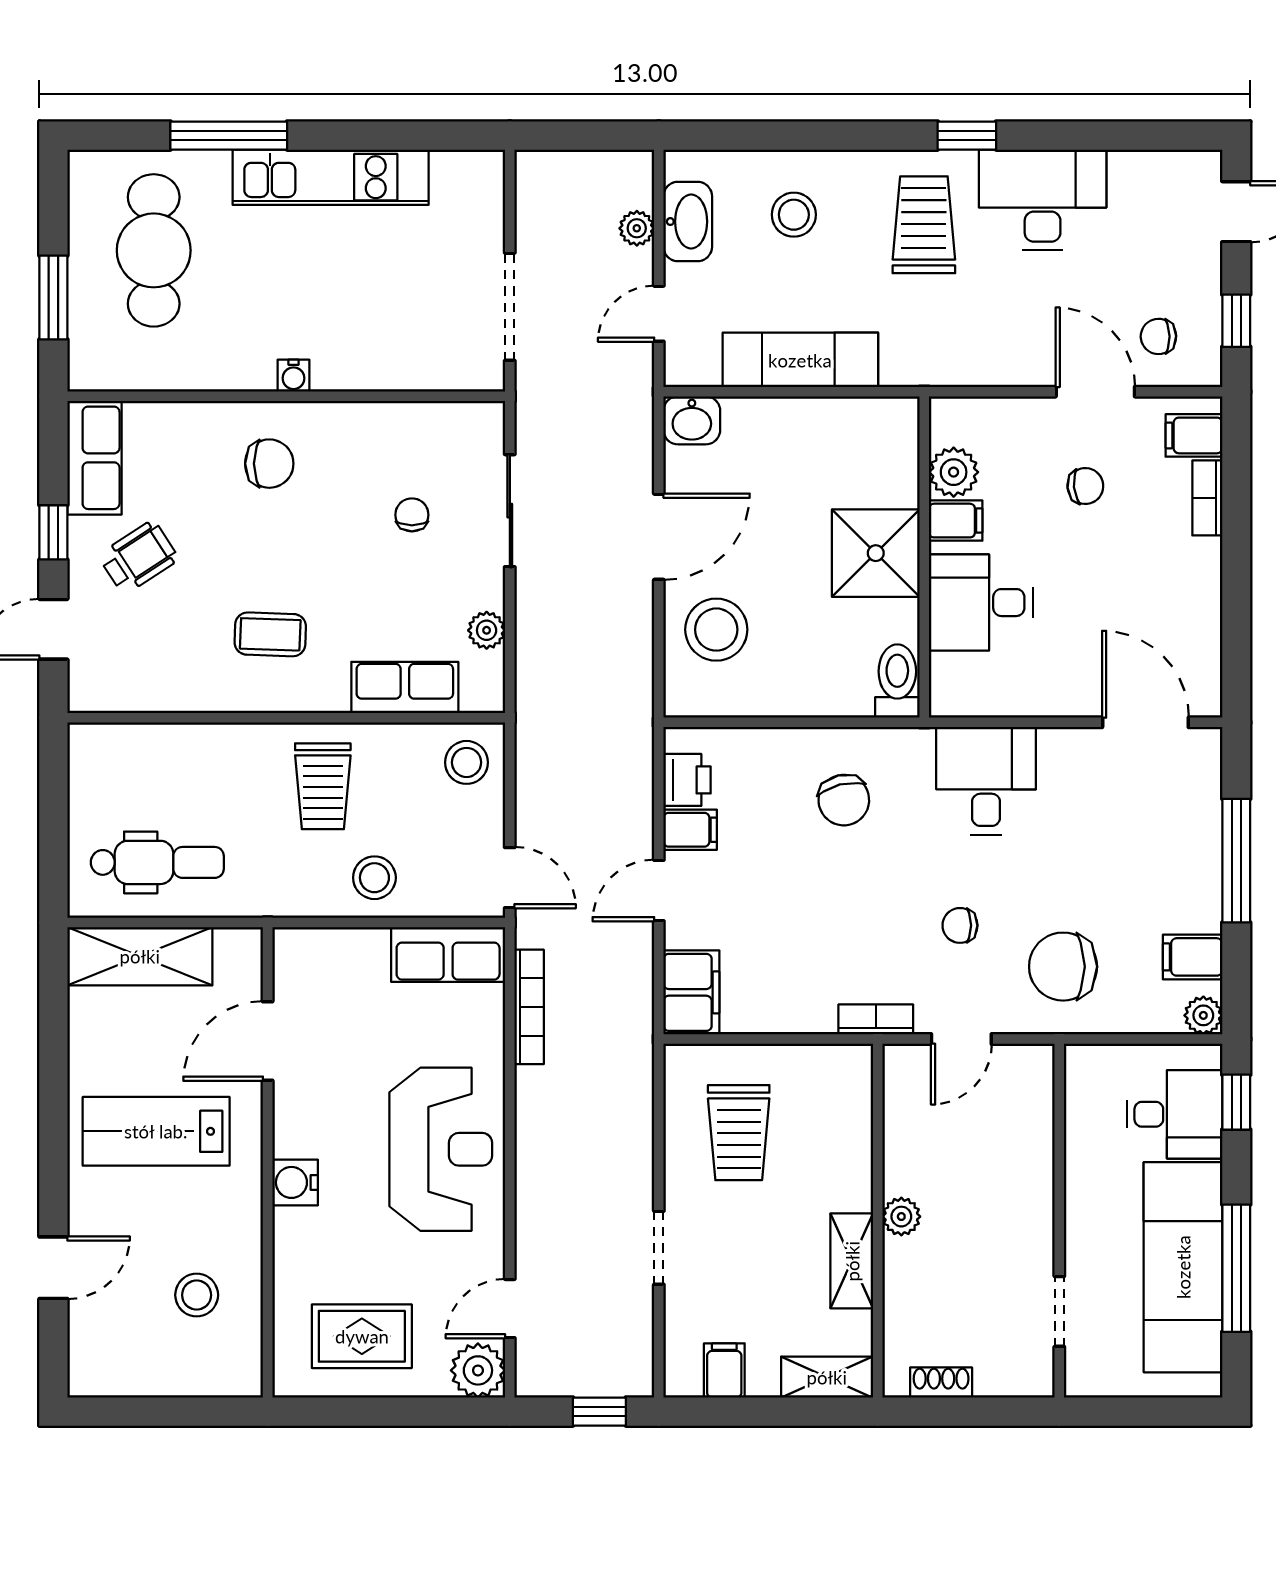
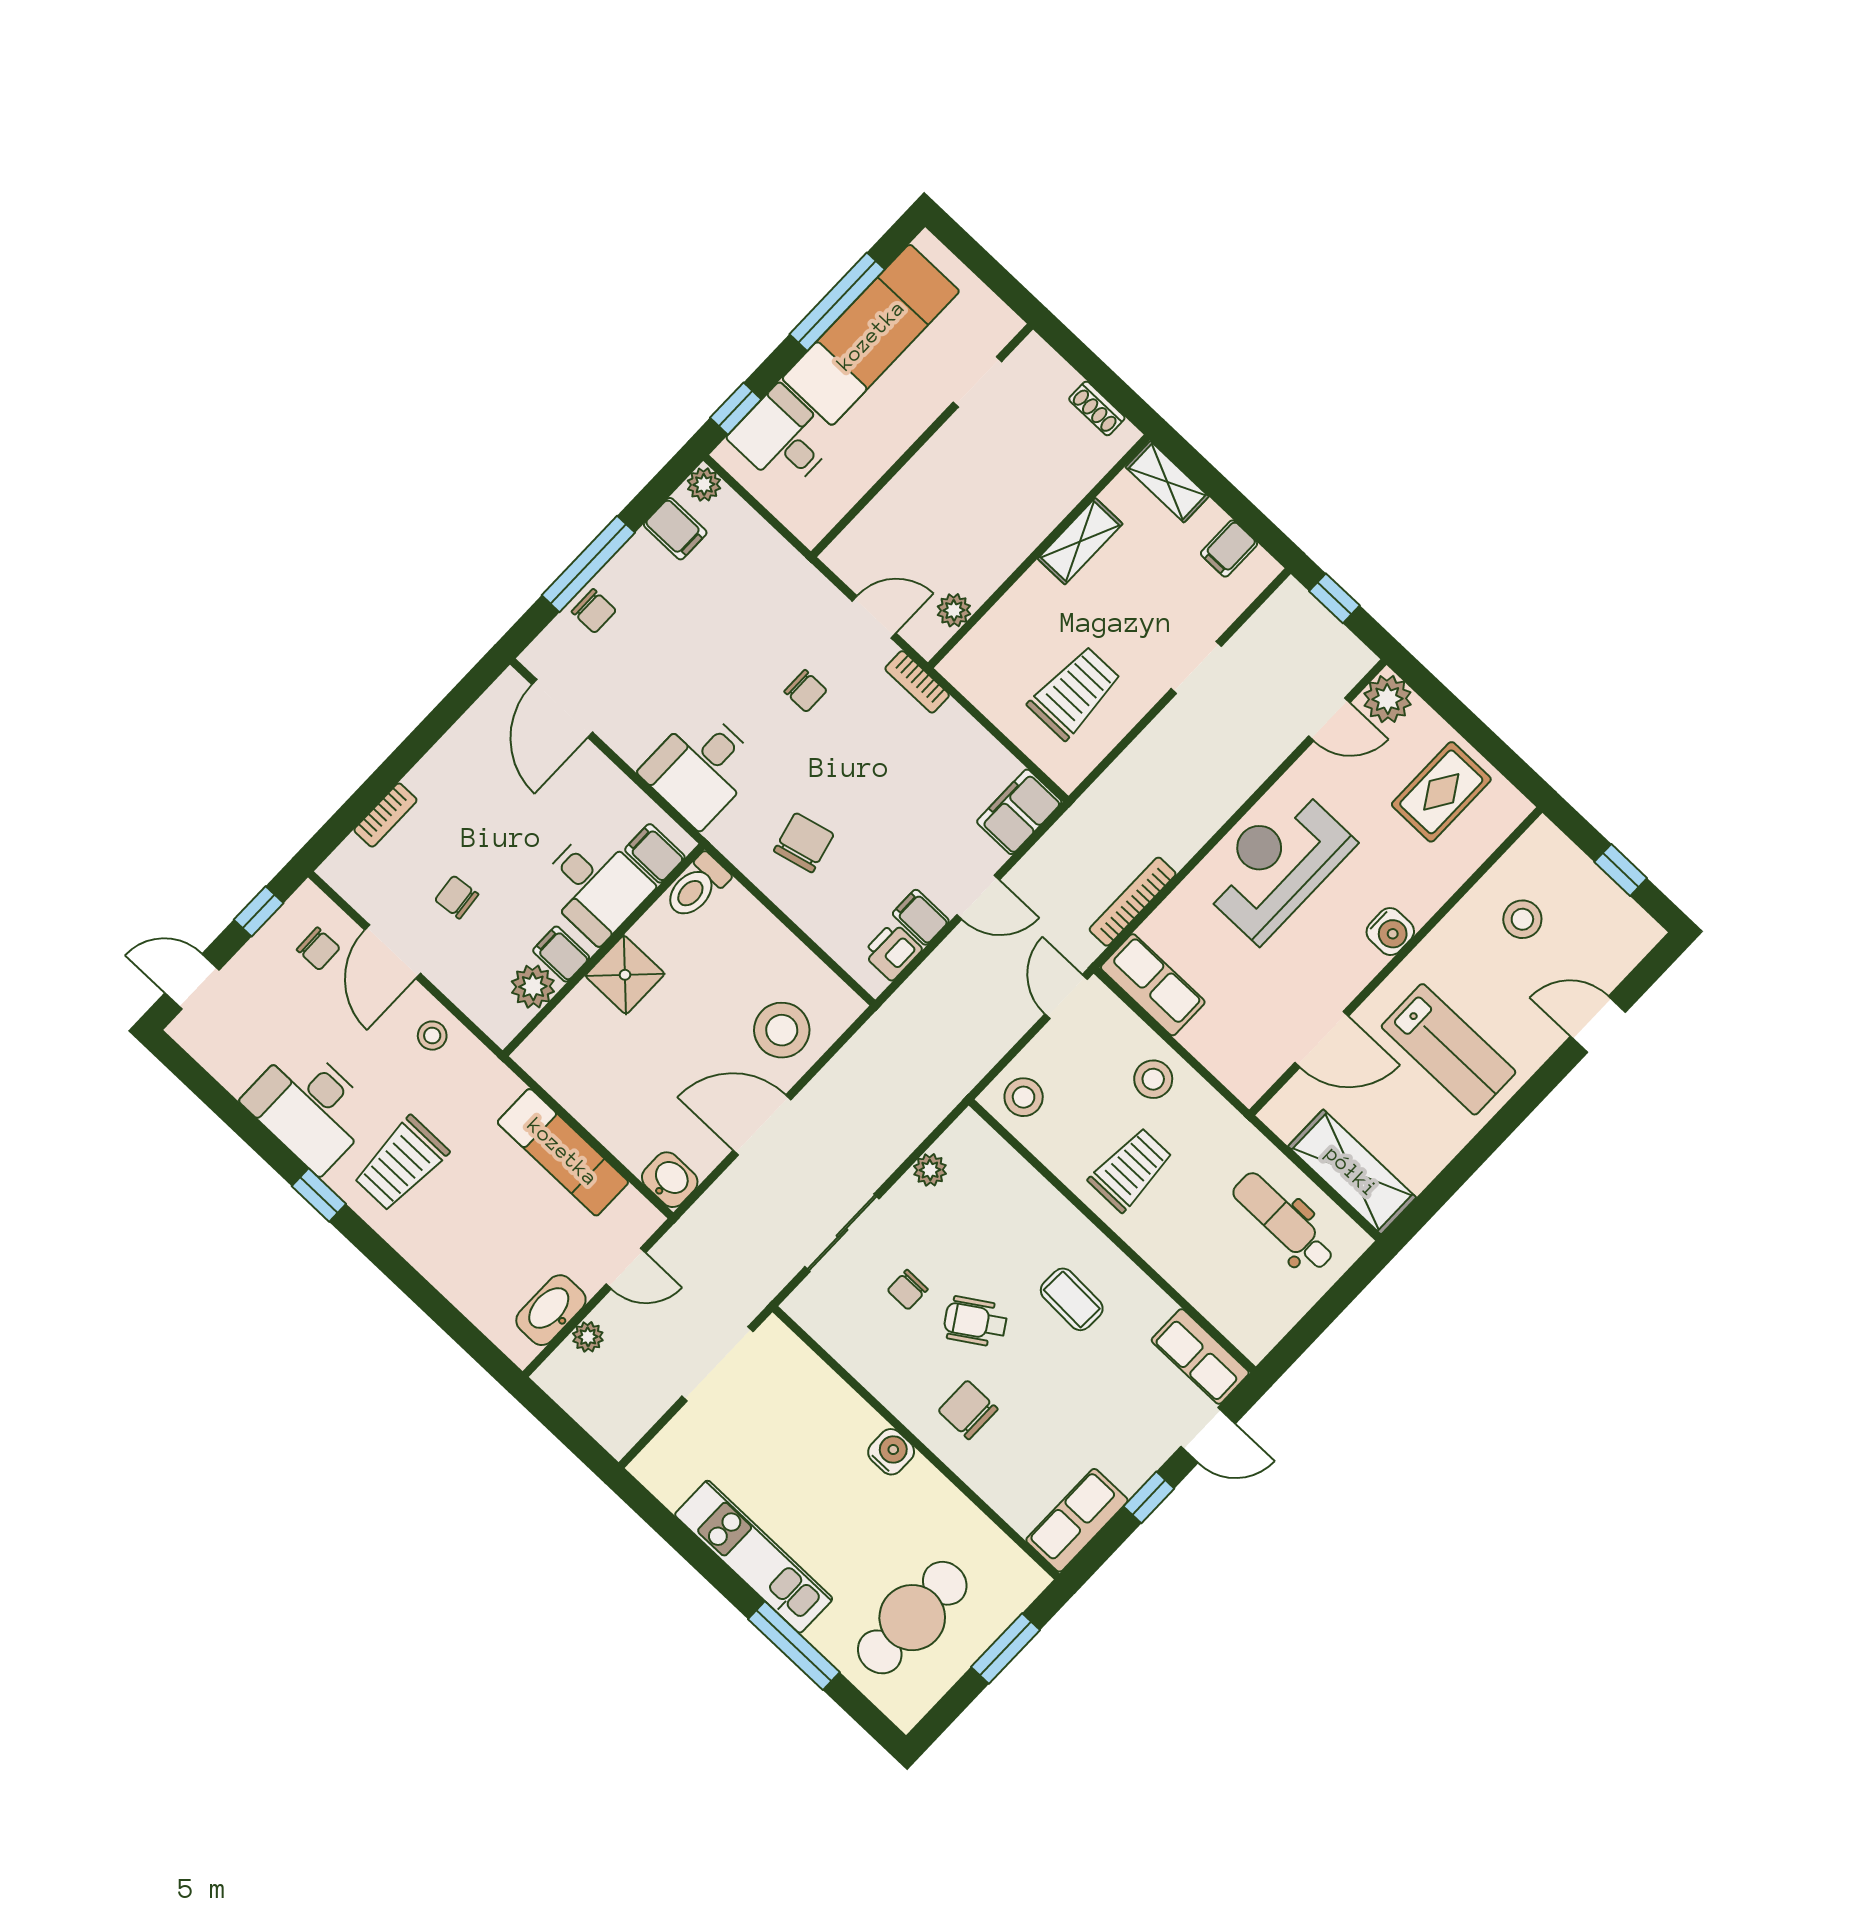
stool: (794, 215) -> (432, 1036), moved, width x0.73, depth x0.73
water cooler: (294, 376) -> (891, 1452), width x1.38, depth x1.38
filing cabinet: (1194, 435) -> (655, 853), moved, turned 180
shower: (876, 553) -> (625, 975), width x0.73, depth x0.73
wheelchair: (139, 557) -> (975, 1322), moved
row of seats: (405, 687) -> (1200, 1356), moved
chair: (1063, 967) -> (594, 611), moved, width x0.54, depth x0.54
plant: (901, 1217) -> (954, 610), moved
rug: (362, 1336) -> (1441, 792), turned 90
window: (154, 1412) -> (1621, 870), added

